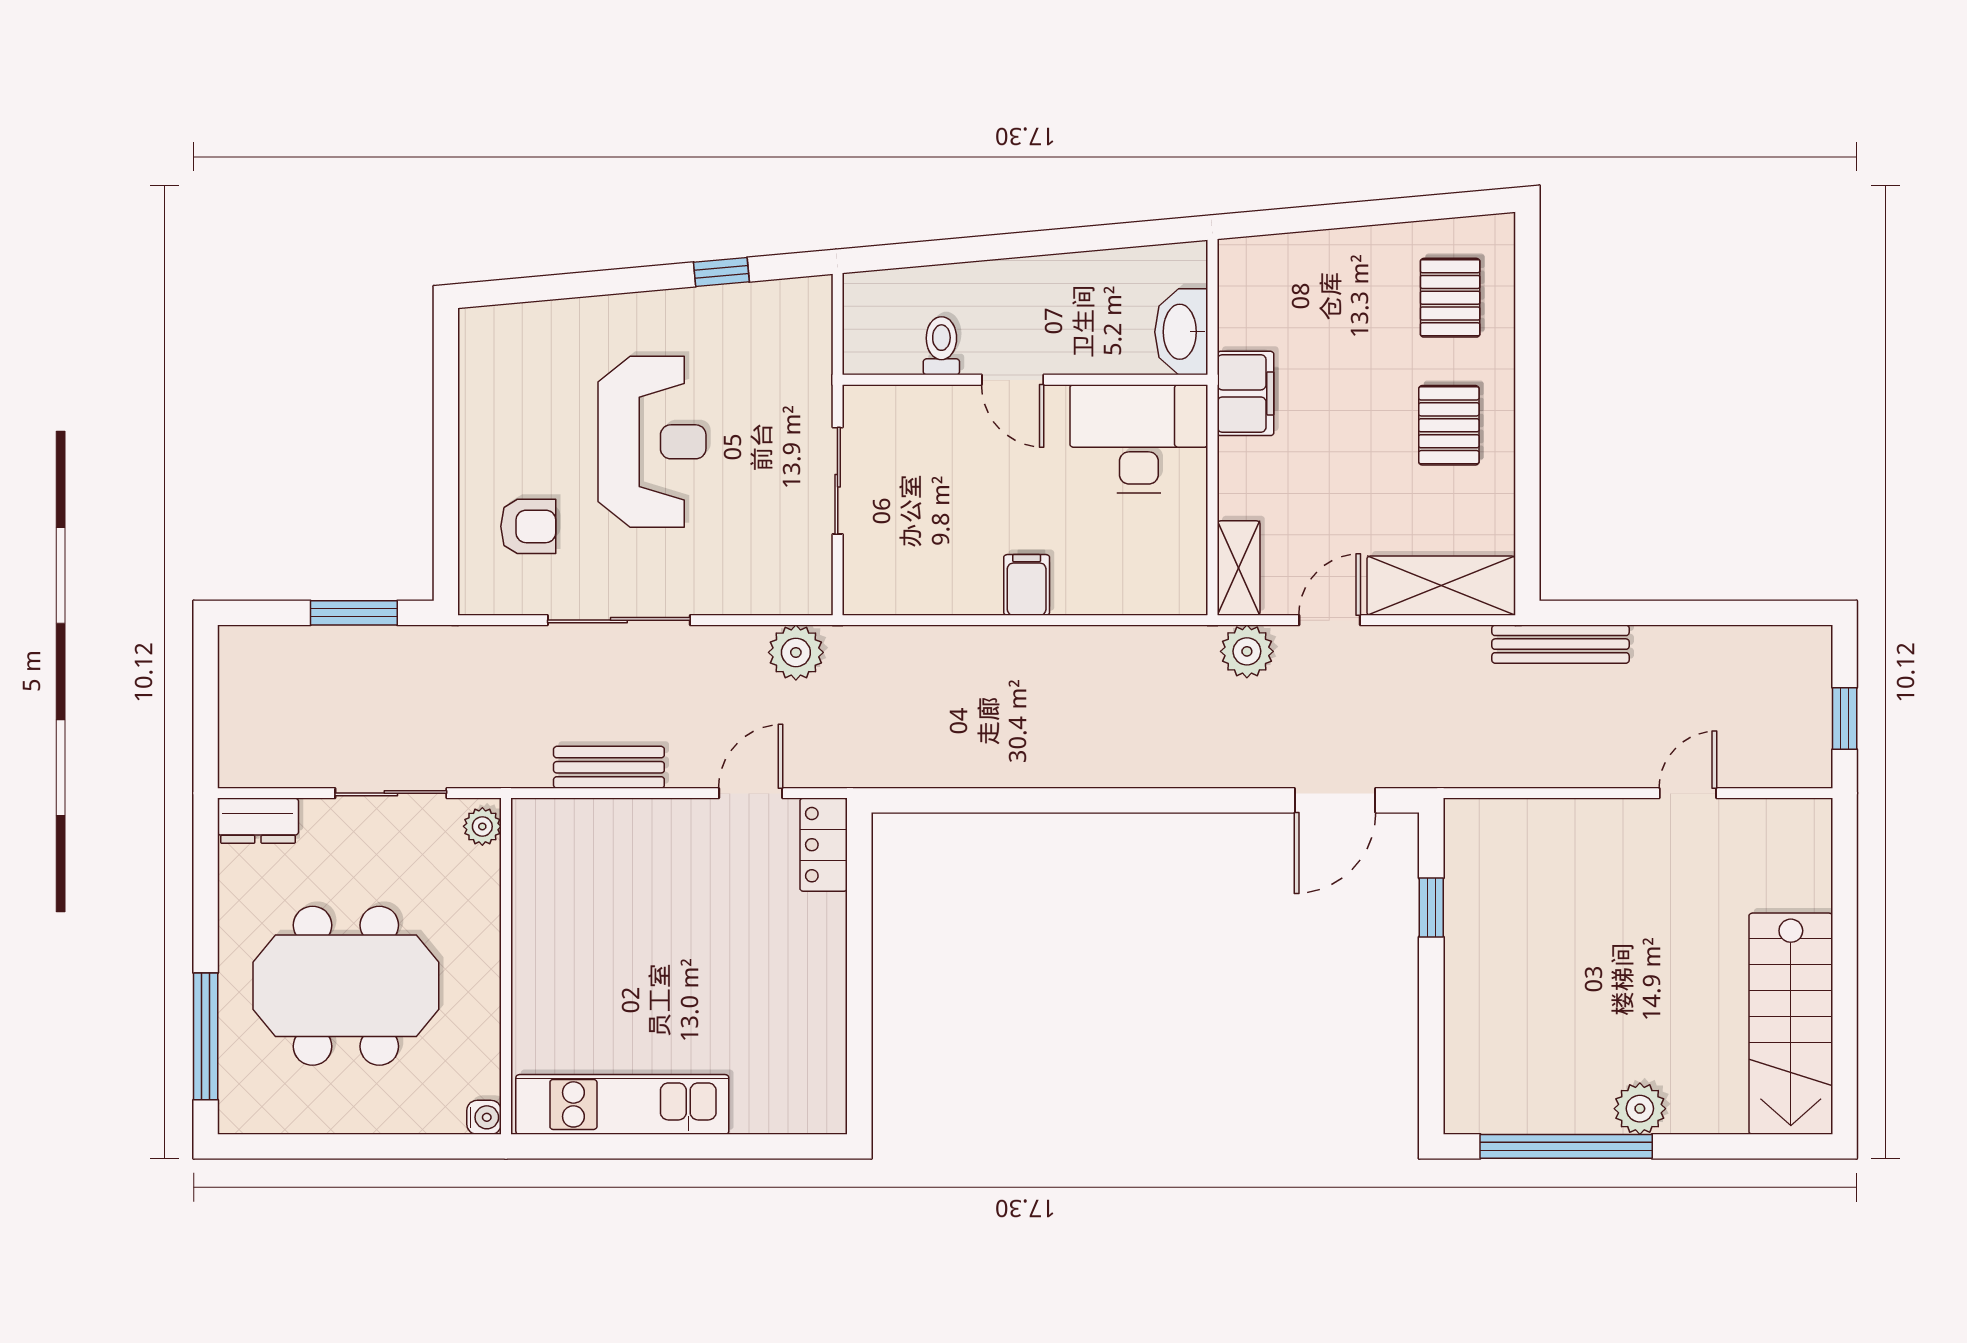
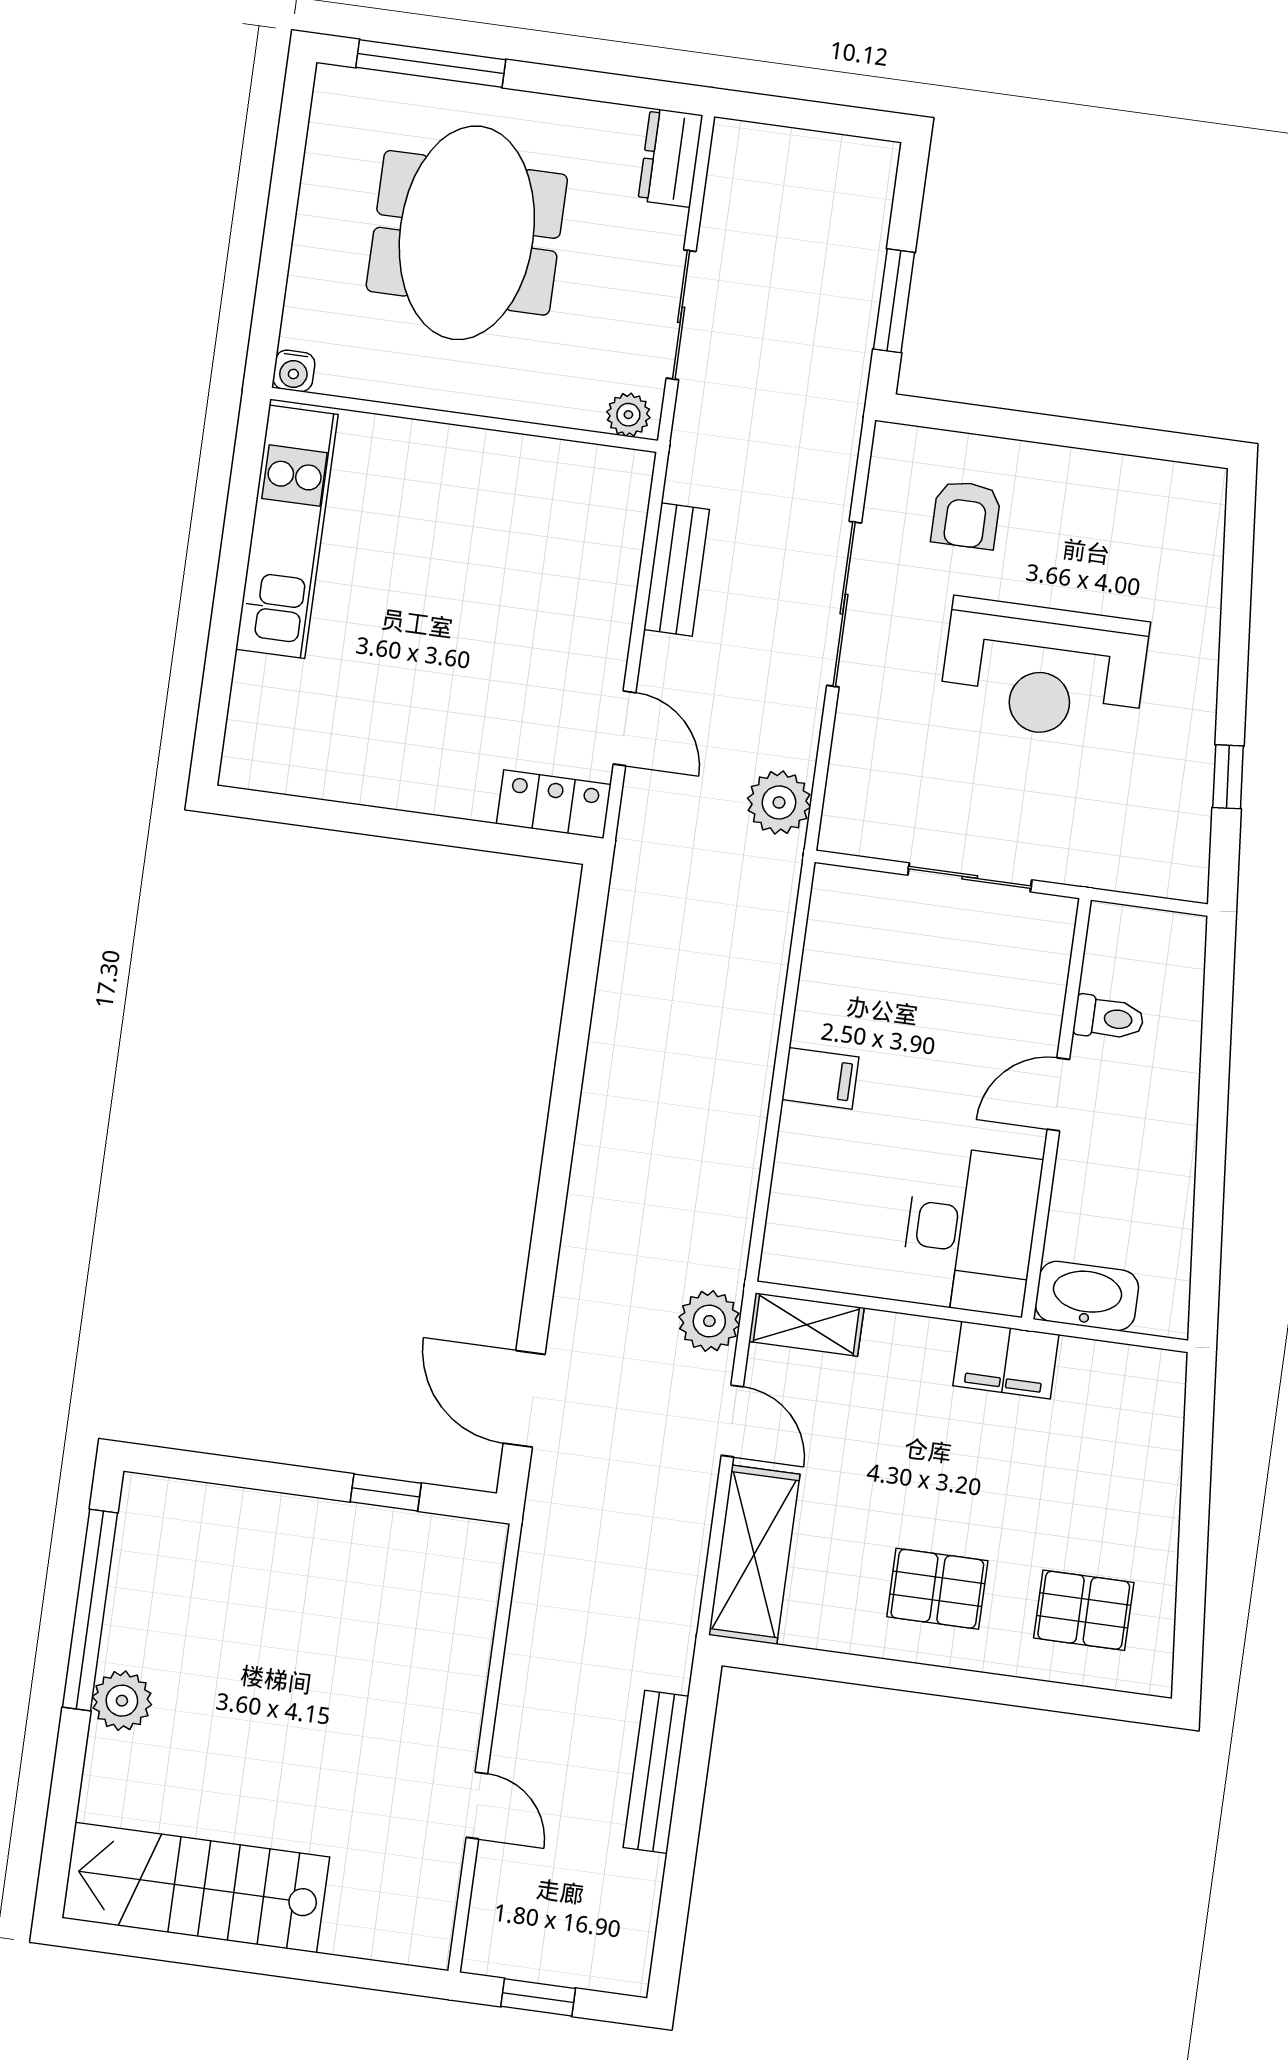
bench: (1560, 644) -> (656, 1772), moved

